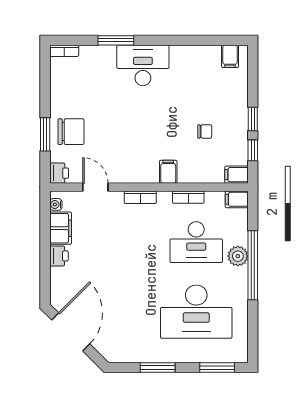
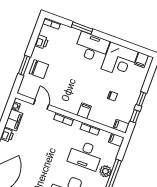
corner desk: (195, 70) -> (120, 60), added
printer: (59, 173) -> (42, 42), moved

